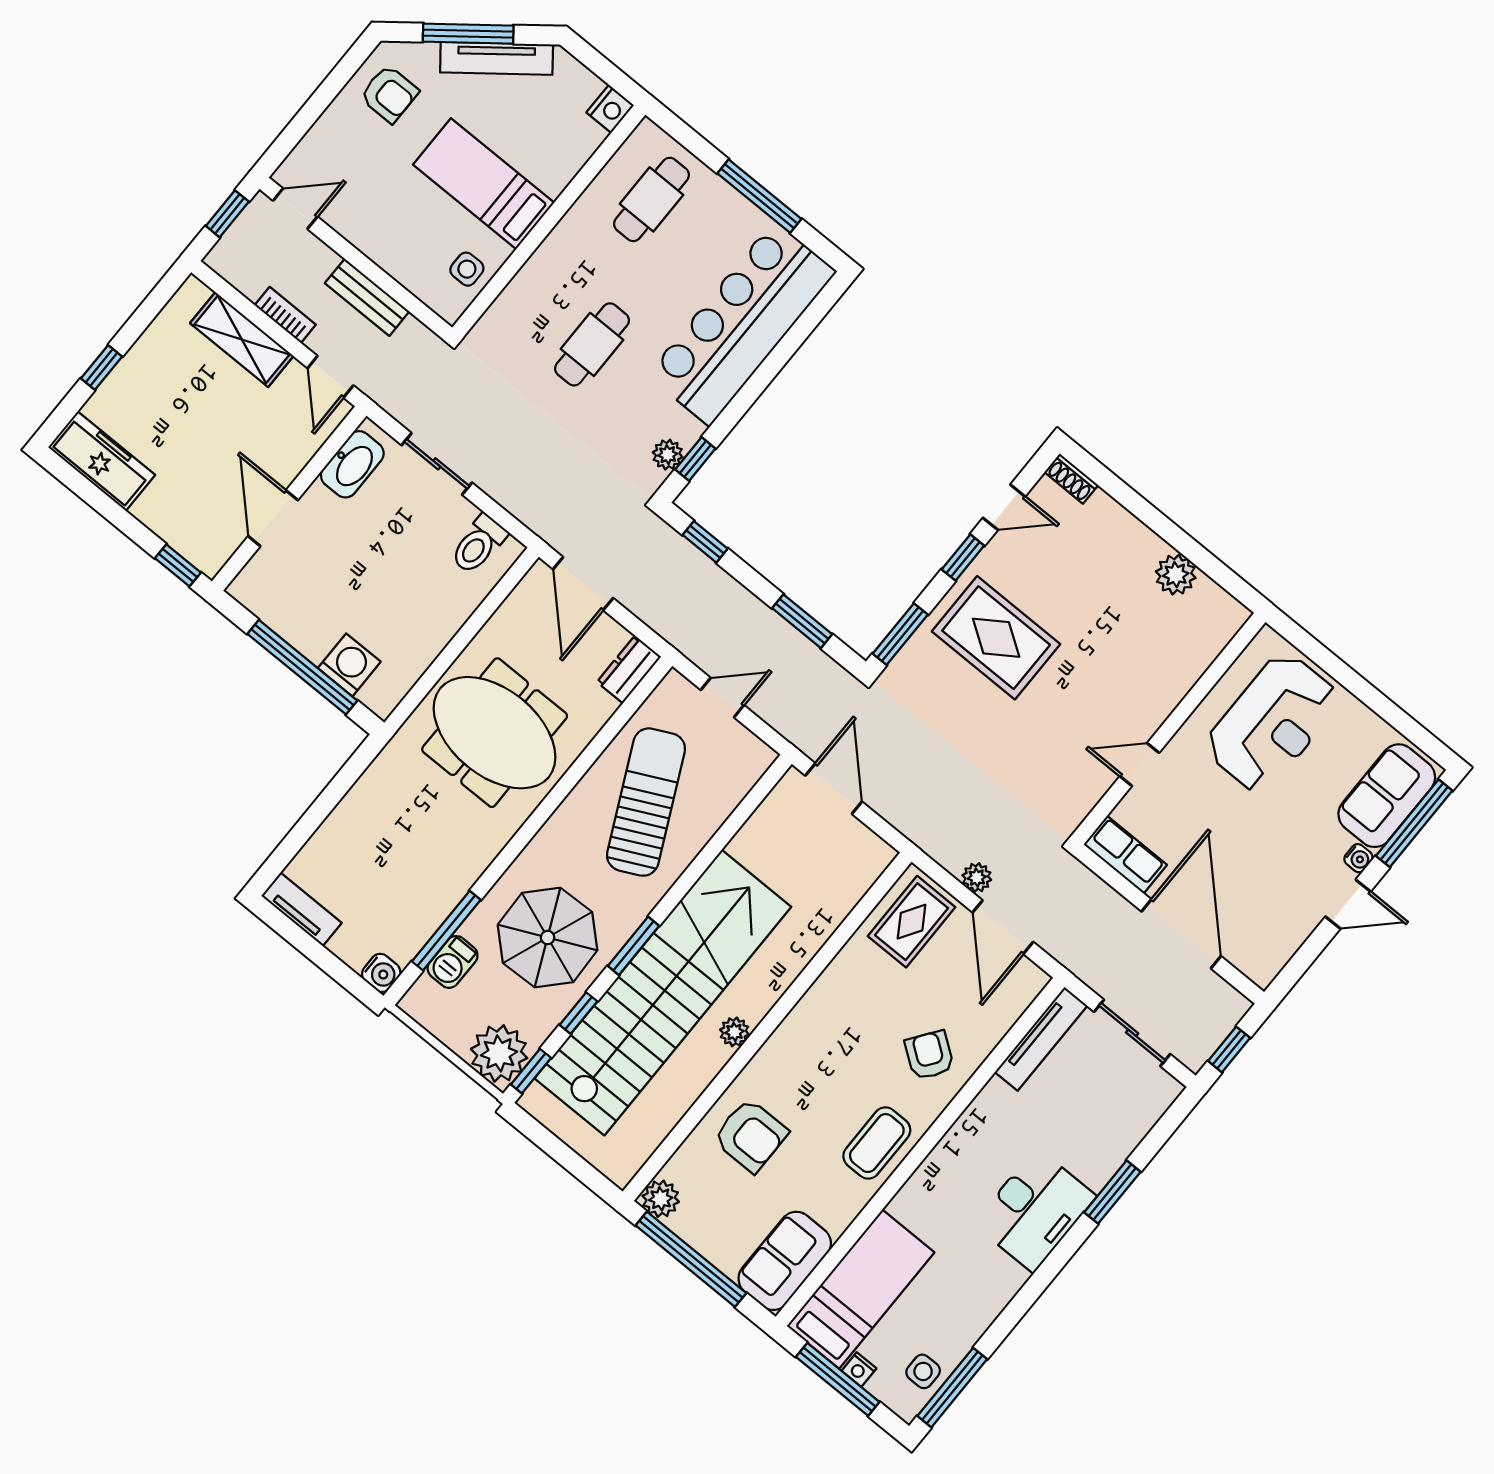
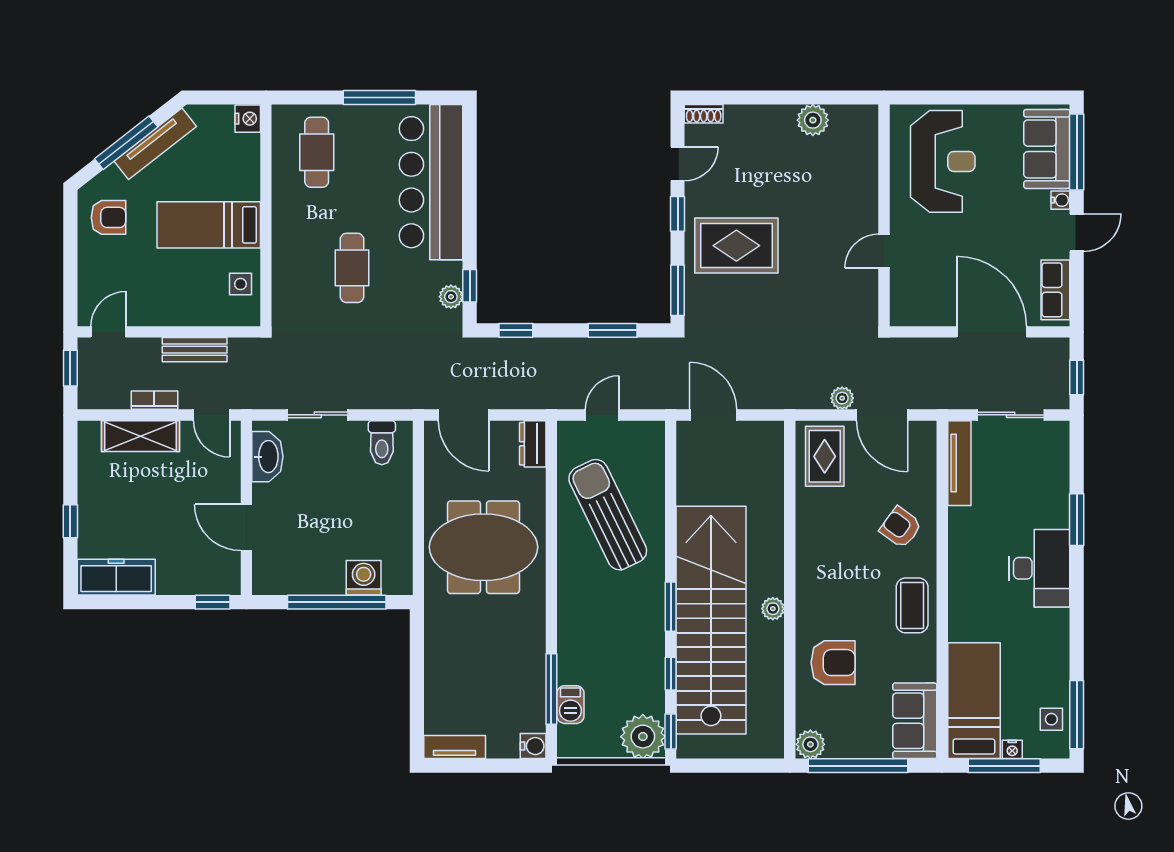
row of seats: (1125, 855) -> (1055, 290), moved, turned -90
parasol: (548, 938) -> (615, 644), removed

